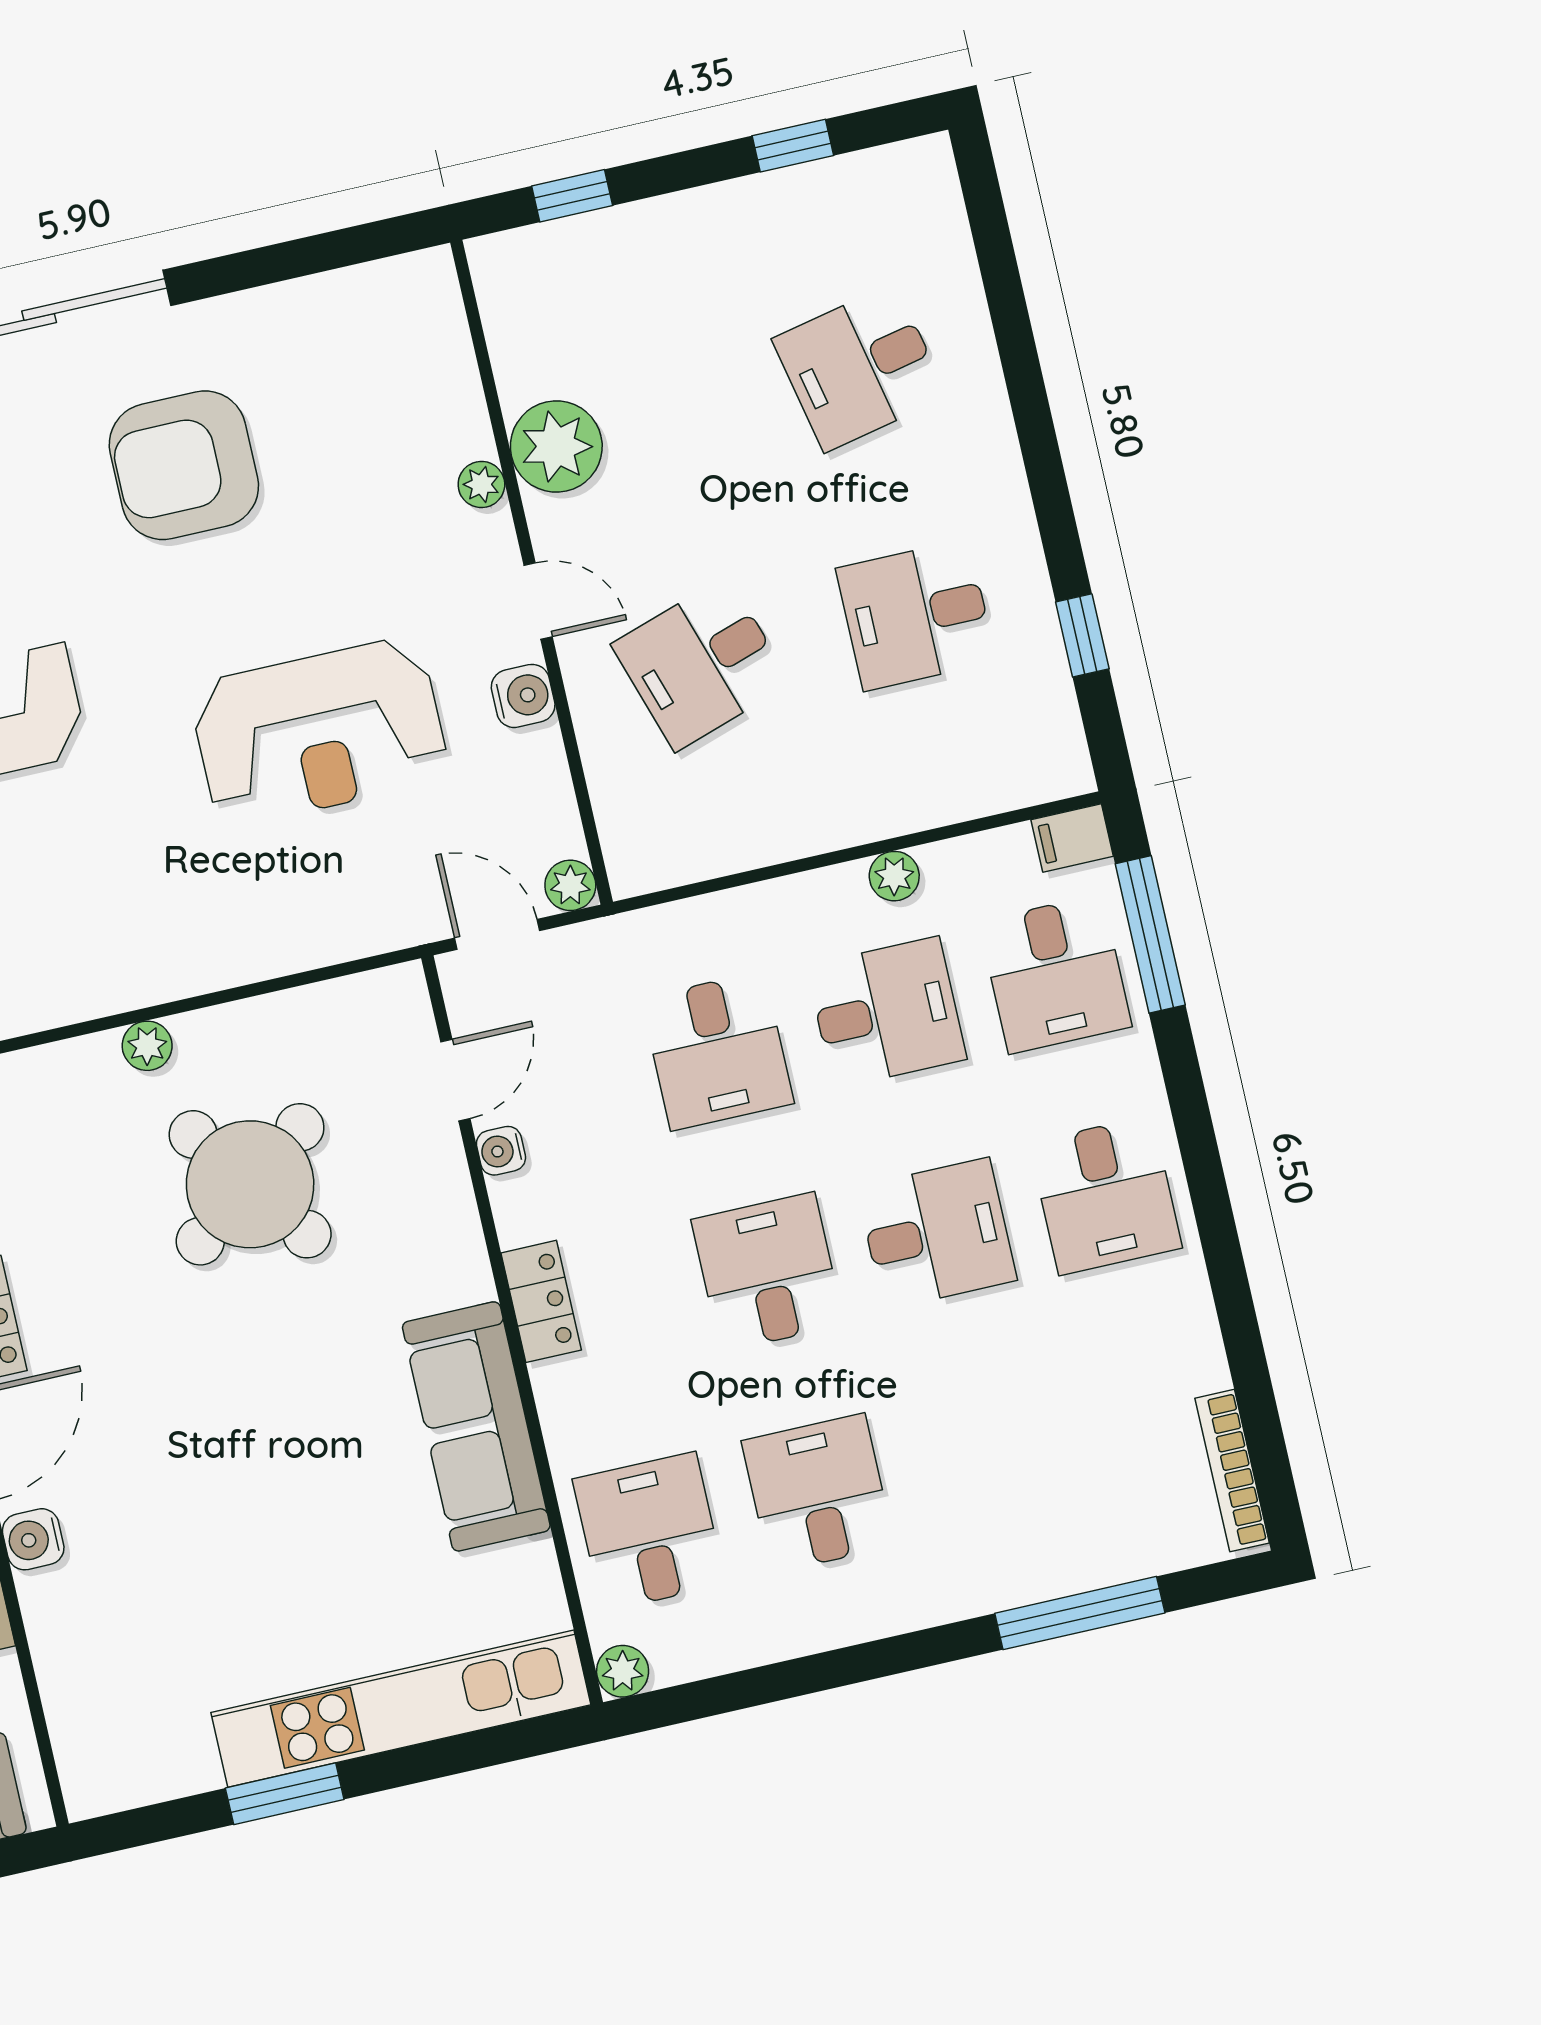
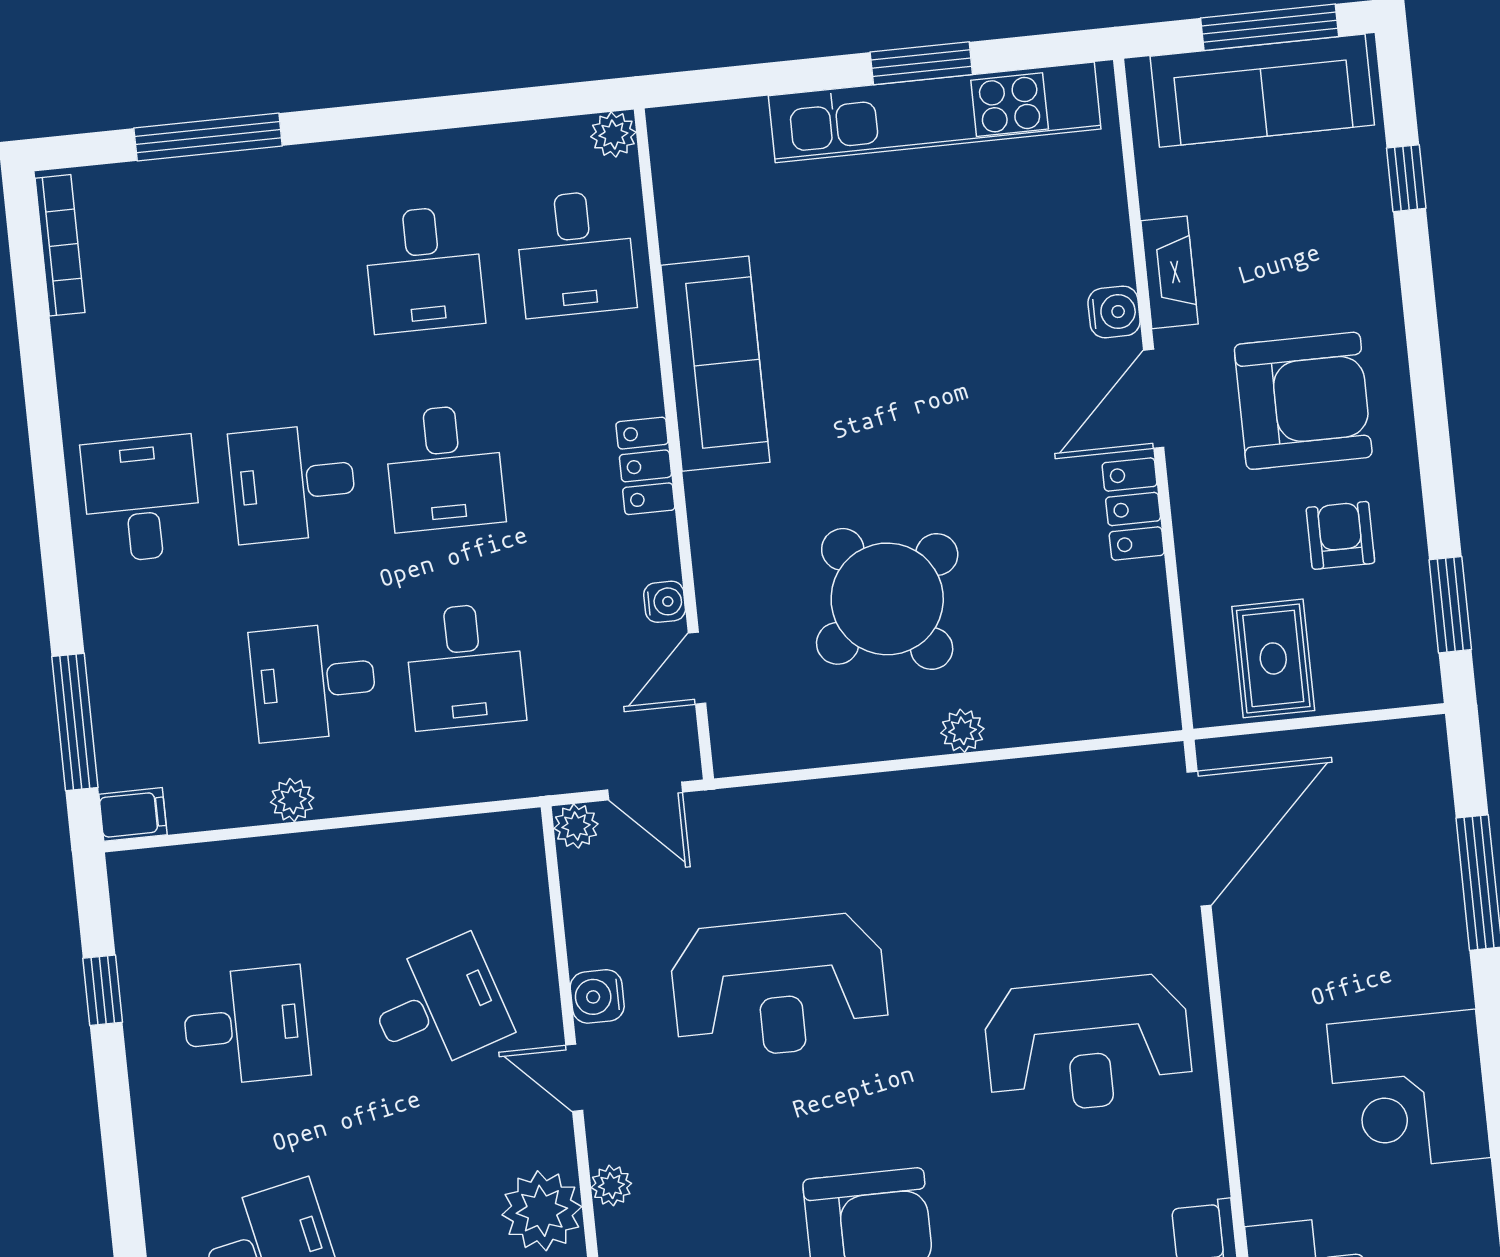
reception desk: (319, 732) -> (779, 987), turned 180
desk: (1055, 974) -> (162, 697), removed
desk: (717, 1051) -> (465, 666), turned 180
kitchen unit: (401, 1709) -> (935, 112), moved

